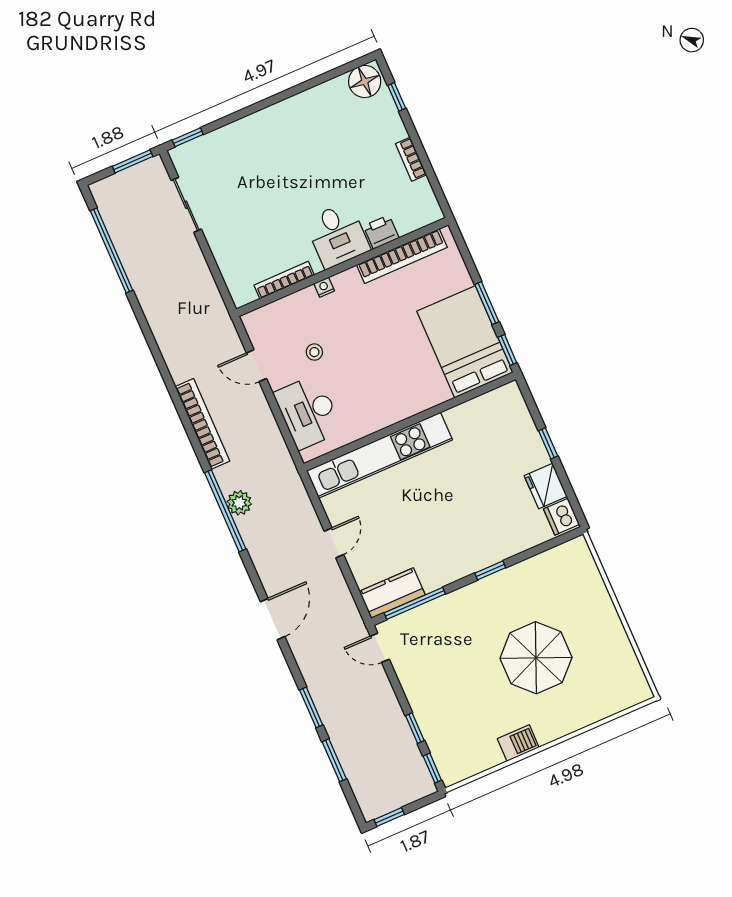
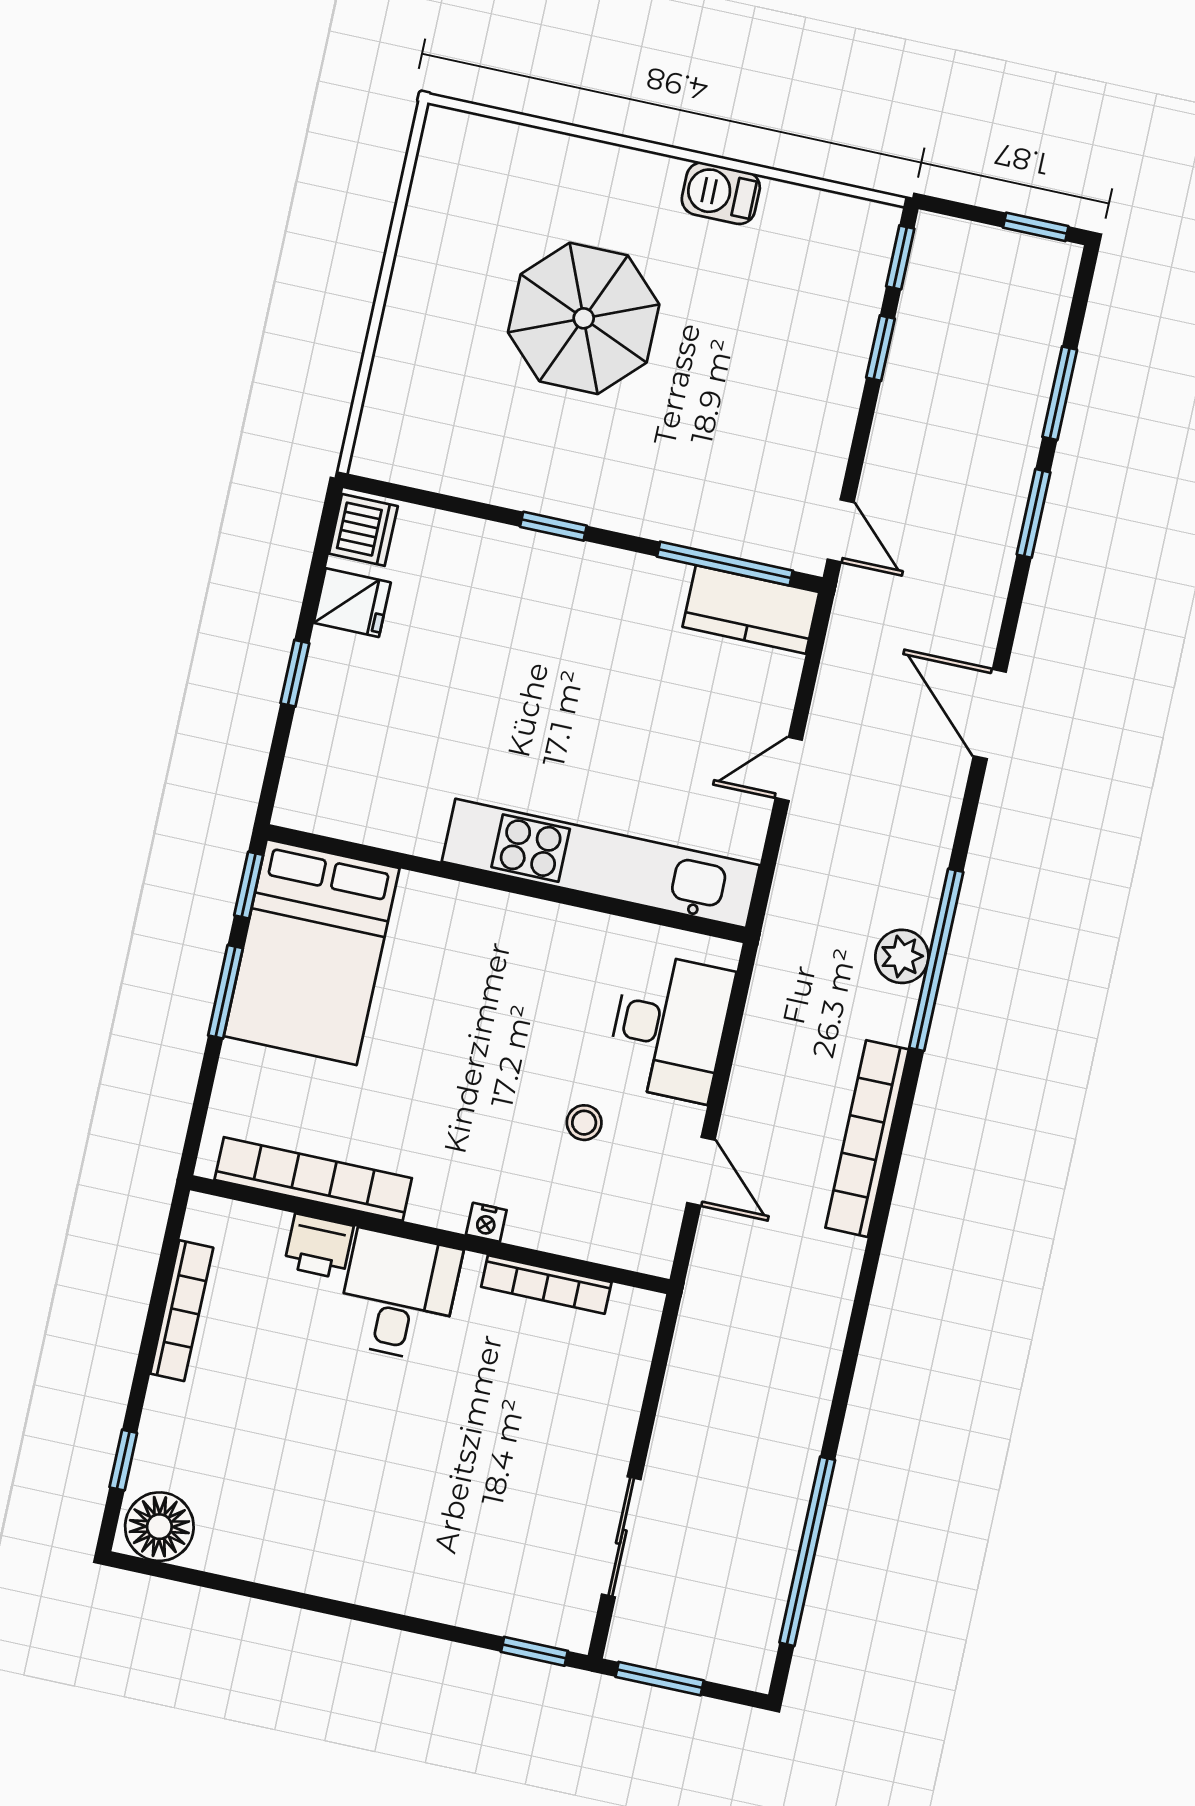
bookcase: (411, 159) -> (182, 1311), width x1.56
fridge: (546, 486) -> (352, 603), width x0.72
door: (273, 619) -> (990, 714), hinge flipped

